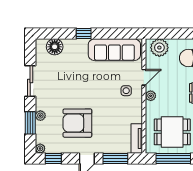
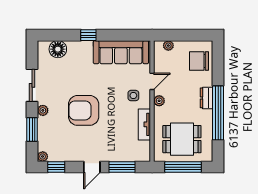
plant: (159, 48) -> (168, 46), width x0.53, depth x0.53
plant: (40, 116) -> (43, 110), moved
armchair: (77, 123) -> (84, 110), moved
tv unit: (137, 139) -> (144, 124), moved

